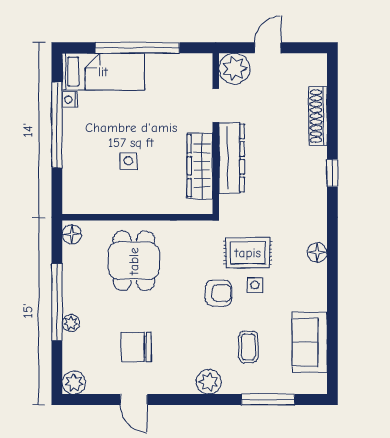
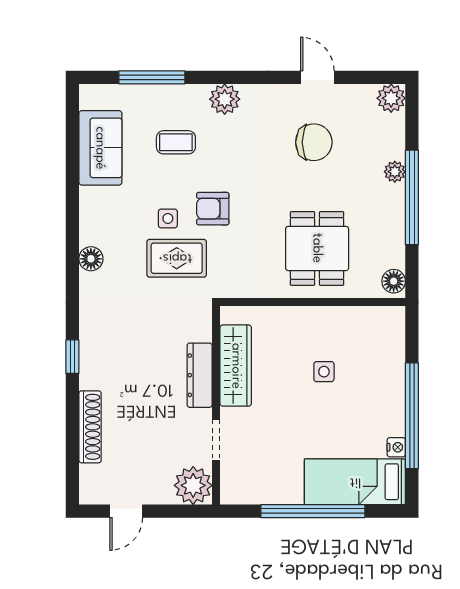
door: (268, 48) -> (126, 511), moved
dresser: (232, 158) -> (200, 375), width x0.73, depth x0.80
coffee table: (248, 347) -> (176, 142), turned 90

